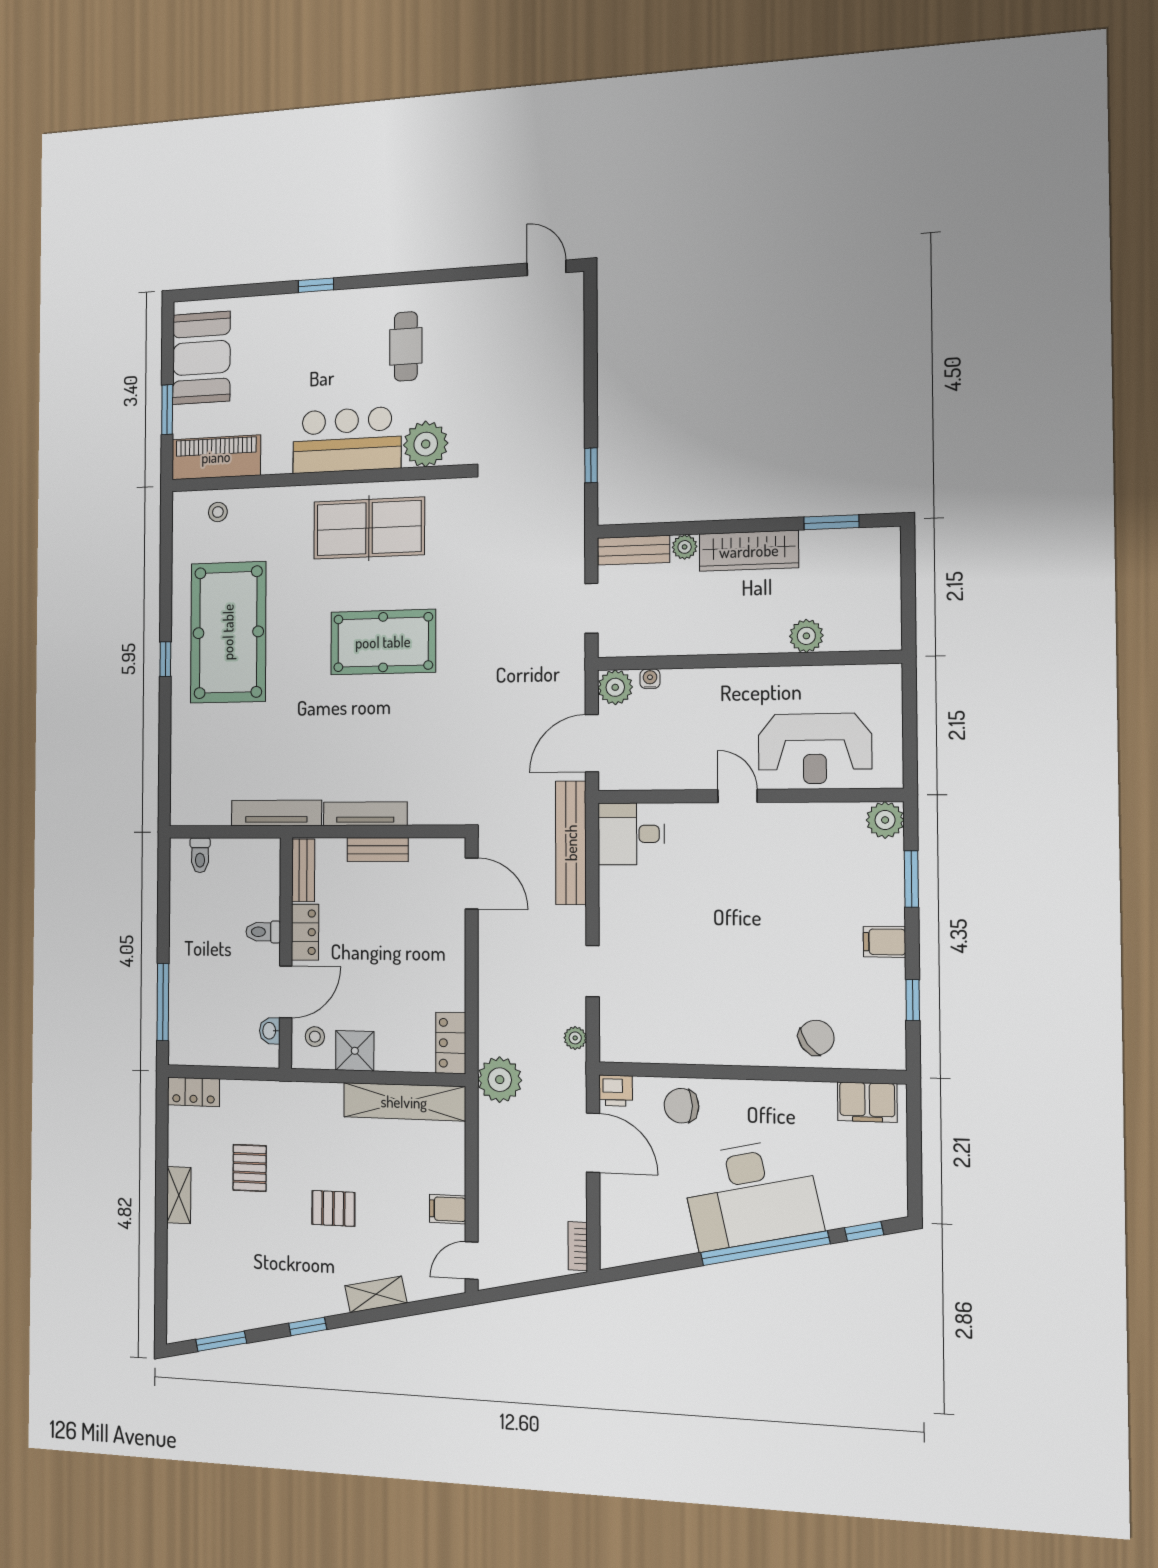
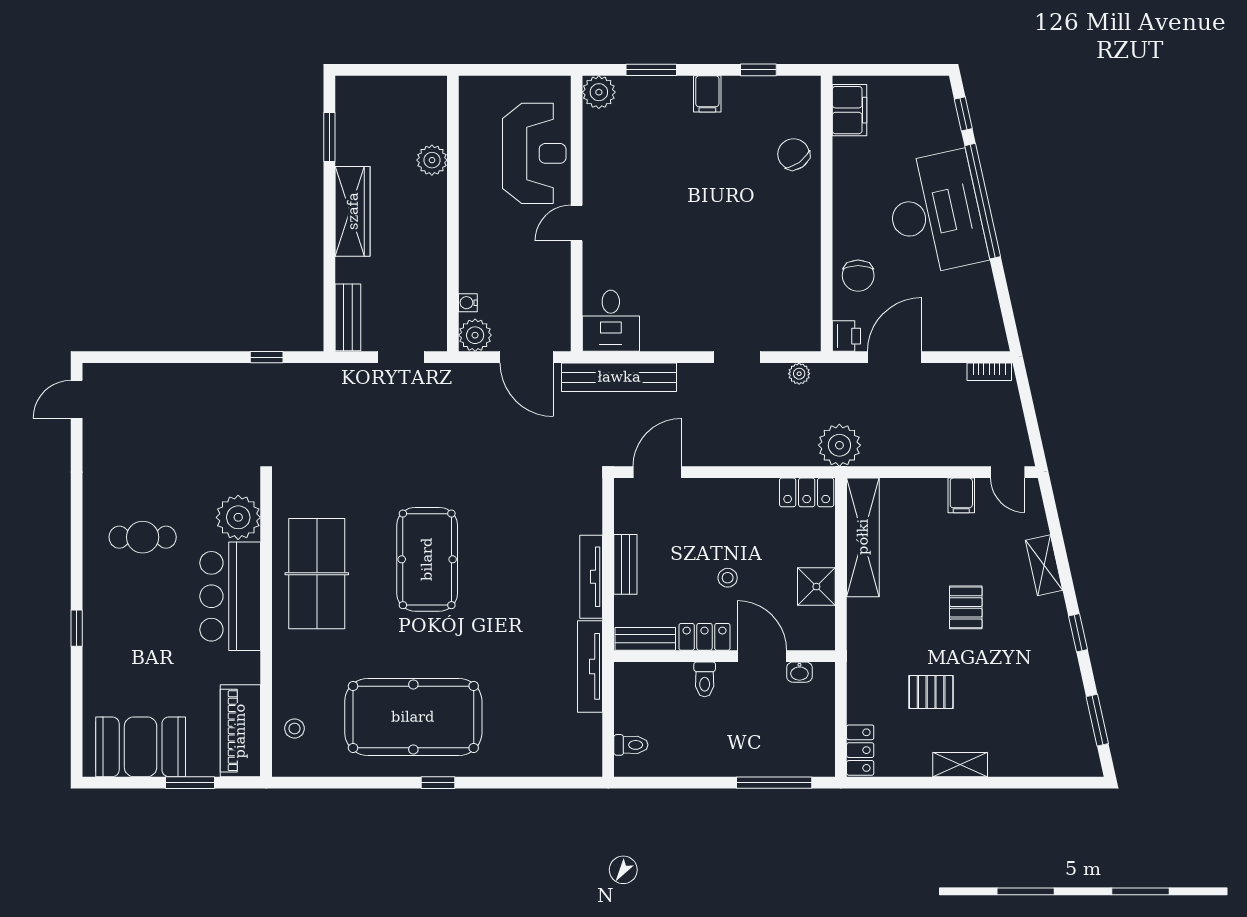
plant: (685, 547) -> (347, 270), removed
stool: (315, 1037) -> (728, 578), moved

